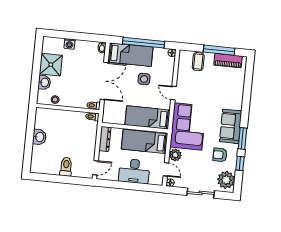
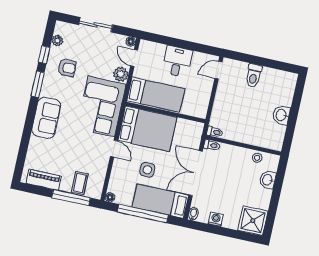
washing machine: (69, 44) -> (216, 219), moved
window: (219, 50) -> (71, 198), moved
shower: (51, 65) -> (253, 221), moved
bed: (148, 117) -> (147, 129), width x1.50
sofa: (231, 126) -> (46, 118), moved
dresser: (105, 139) -> (203, 103), removed
desk: (134, 171) -> (177, 61), width x0.73
plant: (226, 180) -> (57, 41), width x0.53, depth x0.53

